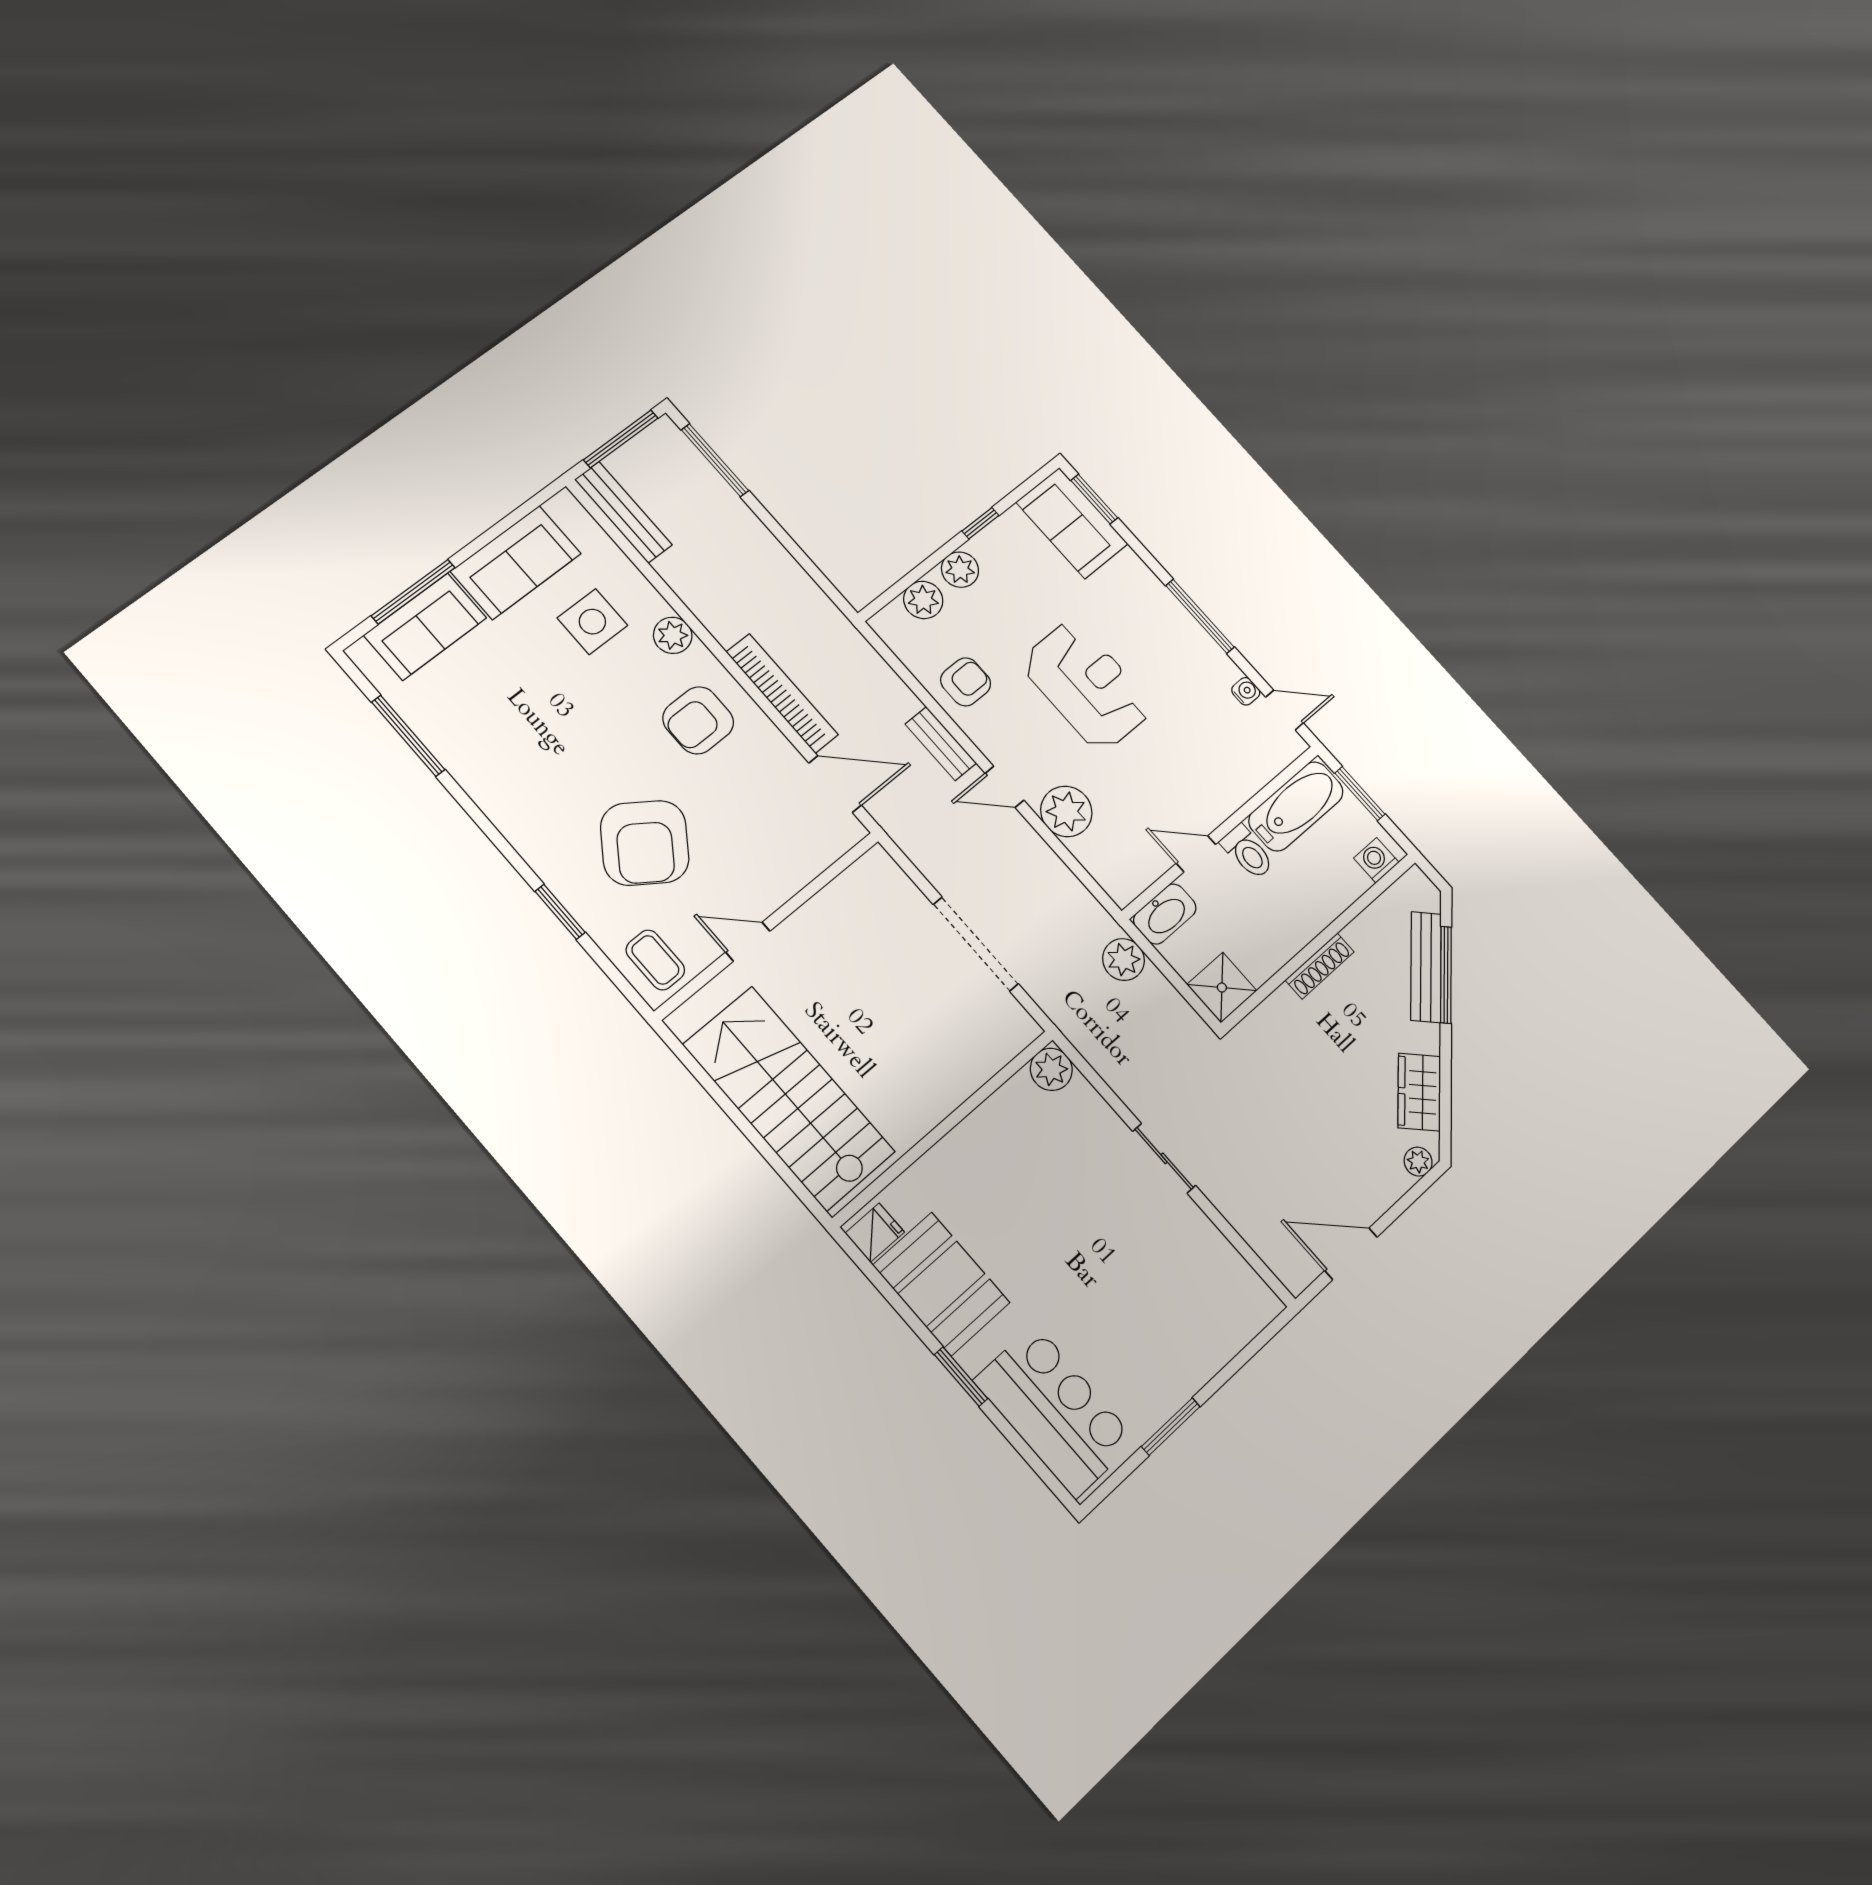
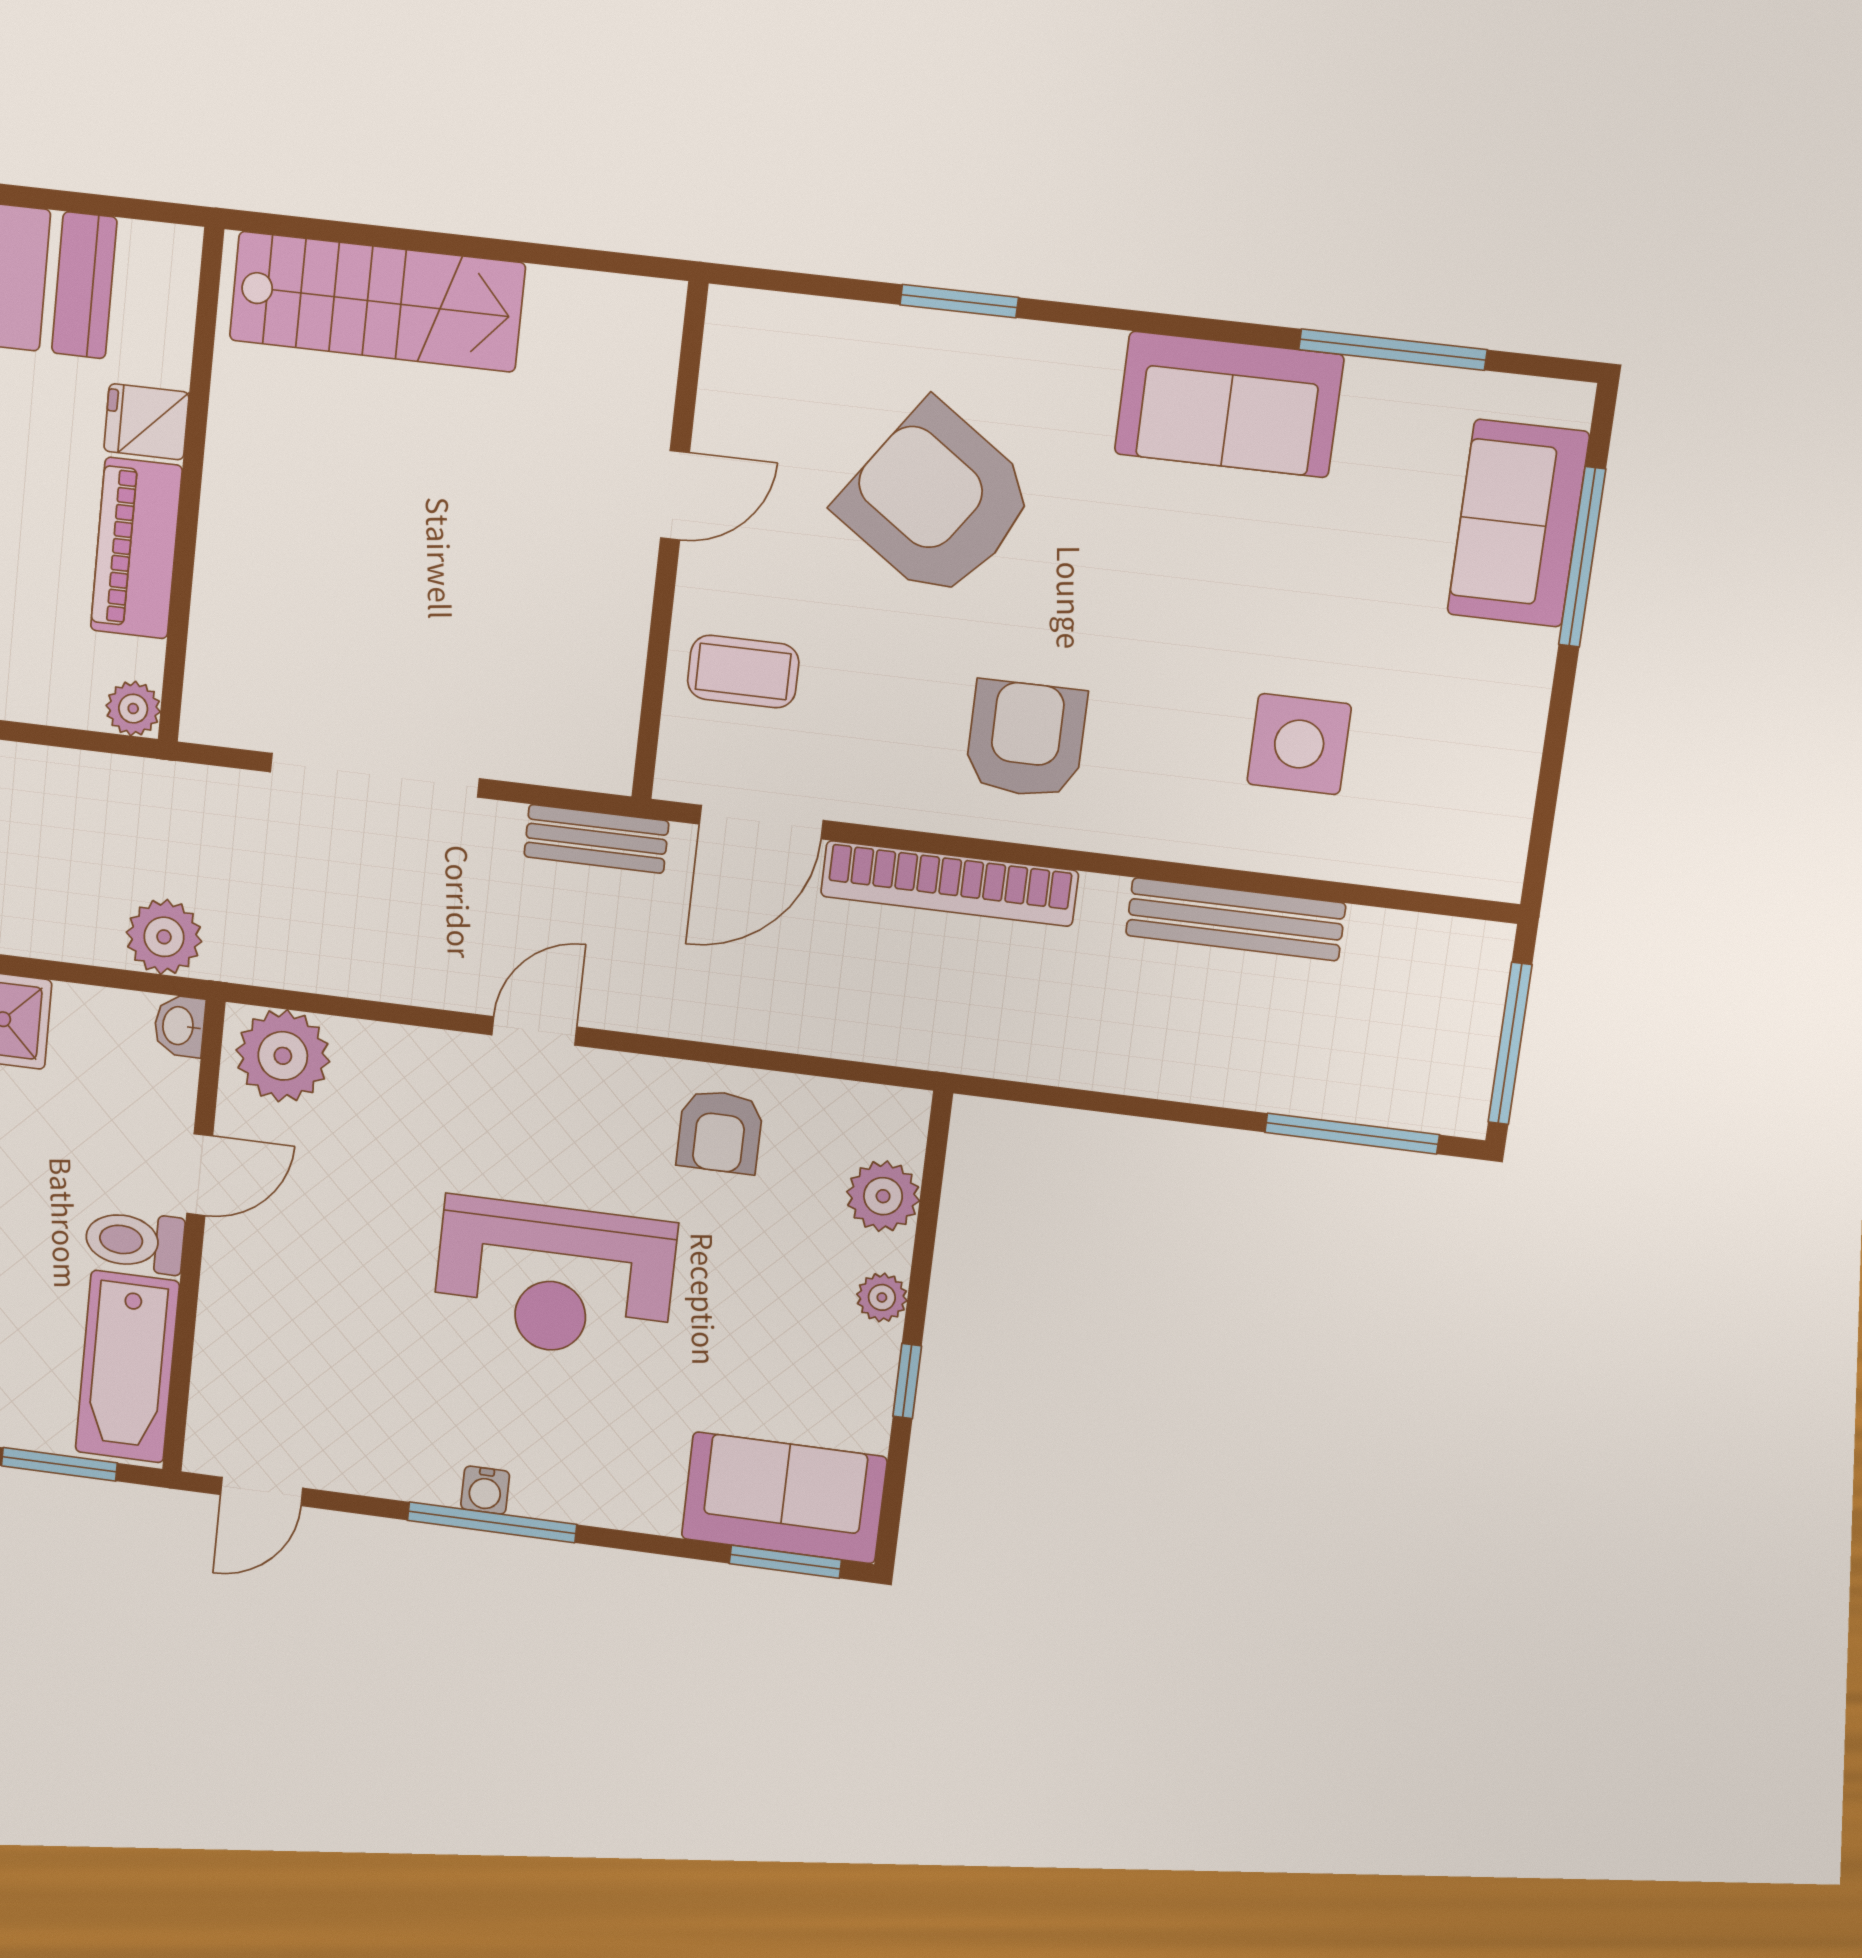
bench: (623, 512) -> (1236, 919), moved
sofa: (516, 562) -> (1229, 404), moved, turned -90
plant: (960, 570) -> (882, 1297), width x0.73, depth x0.73
plant: (673, 635) -> (1173, 827), removed
water cooler: (1246, 691) -> (485, 1490), moved
bench: (941, 744) -> (596, 839), moved
plant: (1066, 811) -> (283, 1056), moved
washbasin: (1165, 914) -> (179, 1026), width x0.52, depth x0.69
coffee table: (655, 960) -> (743, 672), moved
plant: (1051, 1069) -> (133, 709), width x0.73, depth x0.73
stairs: (789, 1098) -> (377, 302), width x0.73, depth x0.66
piano: (990, 1124) -> (136, 548), added
fridge: (875, 1233) -> (146, 422), moved, turned 90

